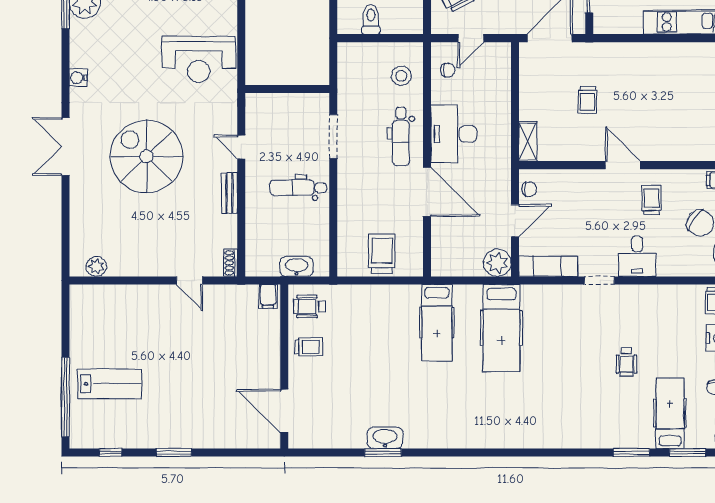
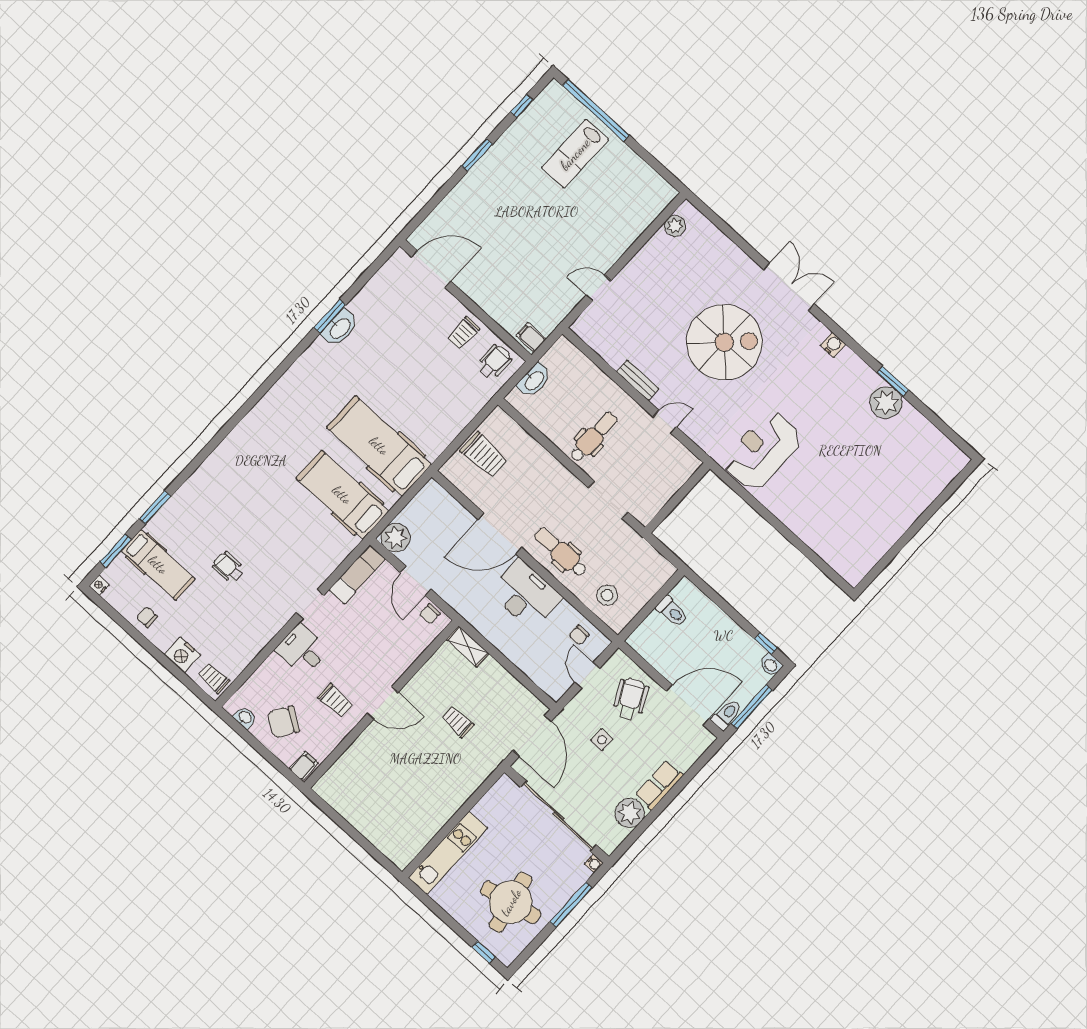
shoe rack: (231, 263) -> (583, 332), removed
hospital bed: (437, 323) -> (379, 446), width x1.37, depth x1.29

